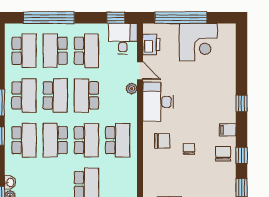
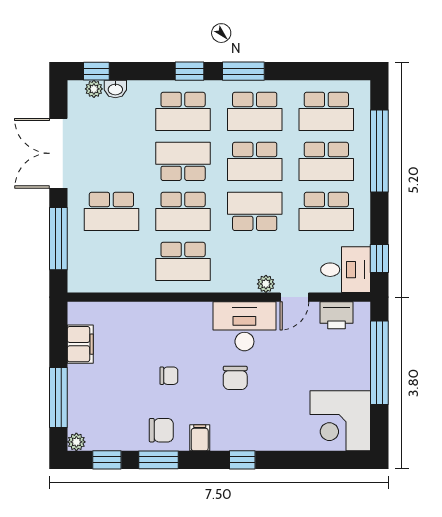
corner desk: (198, 42) -> (340, 421), moved
school desk: (55, 51) -> (326, 161), turned 180
chair: (162, 141) -> (235, 378), moved
window: (242, 156) -> (158, 460), width x1.50

